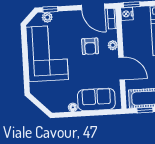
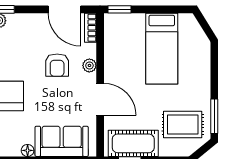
nightstand: (127, 14) -> (112, 22), removed

